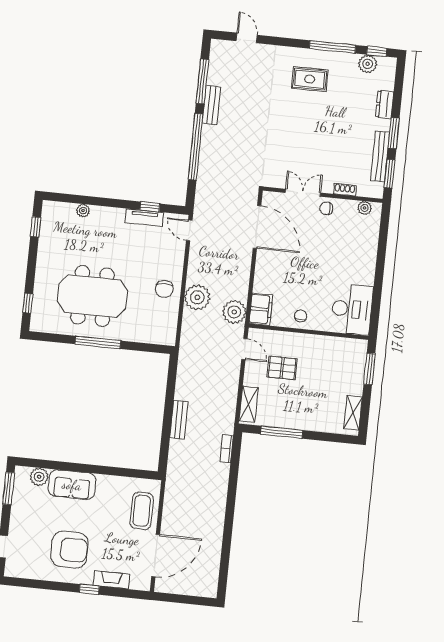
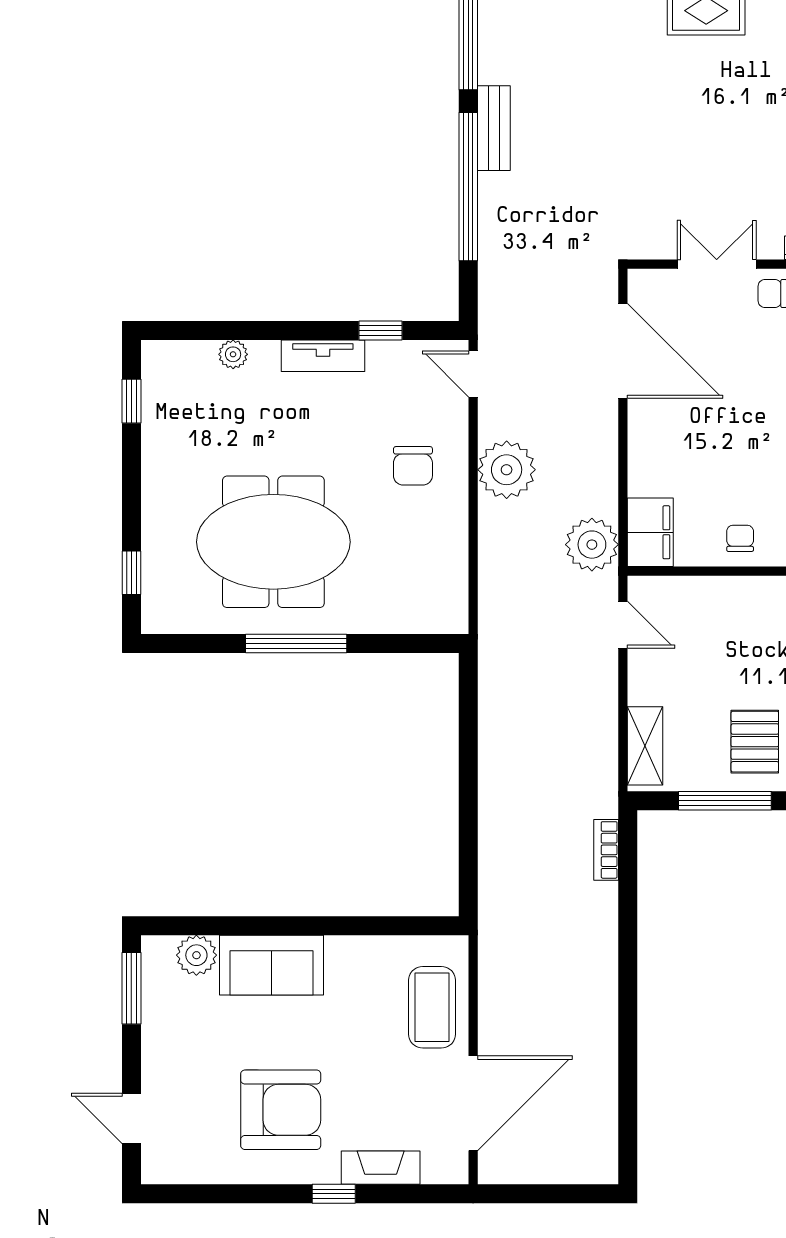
bench: (211, 105) -> (494, 128), moved
tv unit: (144, 218) -> (323, 356), moved
chair: (164, 289) -> (413, 466), moved
plant: (197, 297) -> (507, 470), moved
pallet: (282, 368) -> (755, 742), moved, turned 90
bench: (179, 420) -> (494, 796), removed

